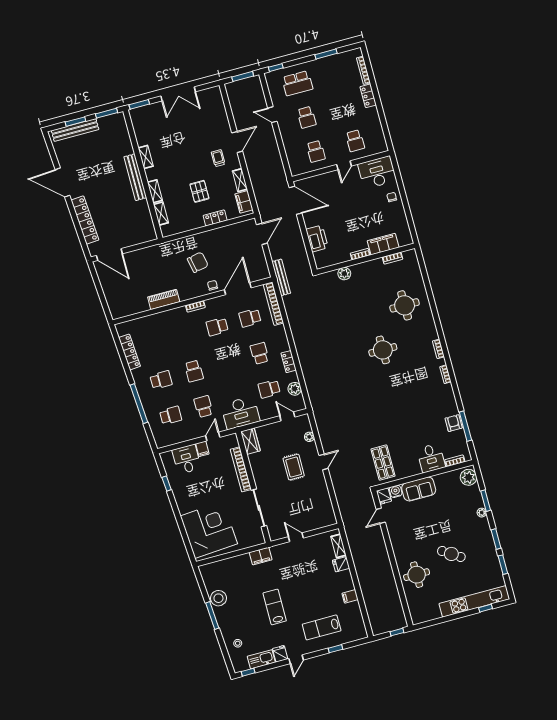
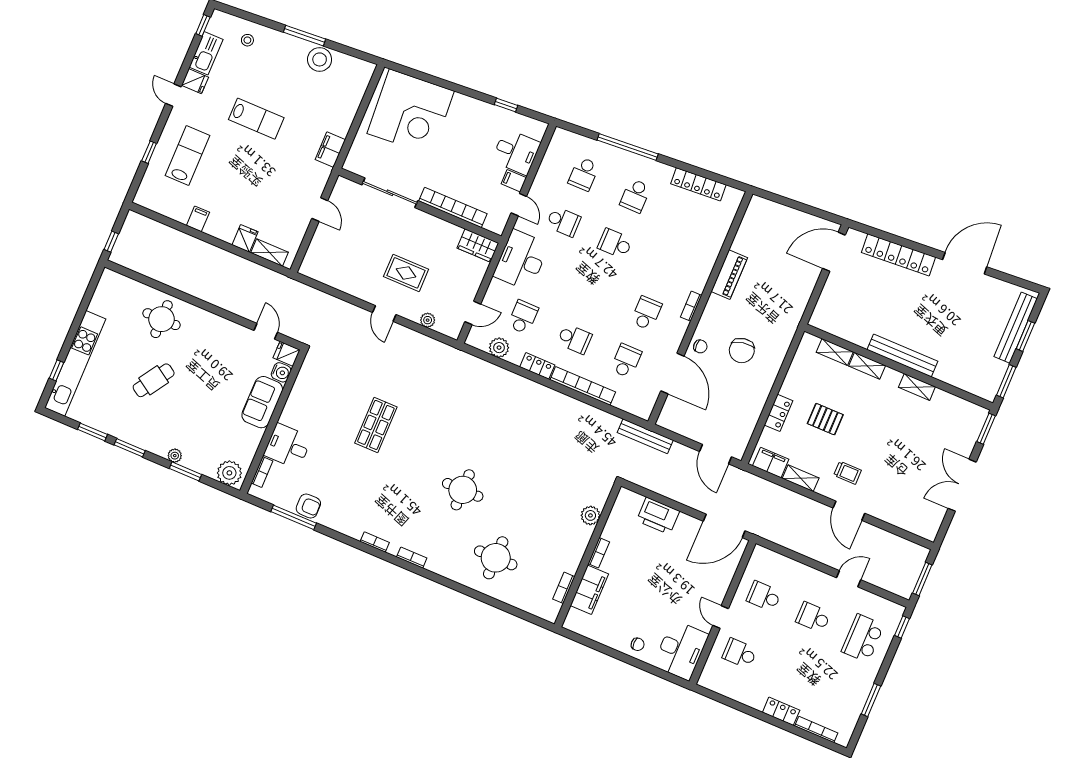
bookcase: (273, 304) -> (583, 386), moved
shop shelf: (383, 463) -> (376, 425), moved, turned 90
door: (296, 537) -> (320, 210), hinge flipped

